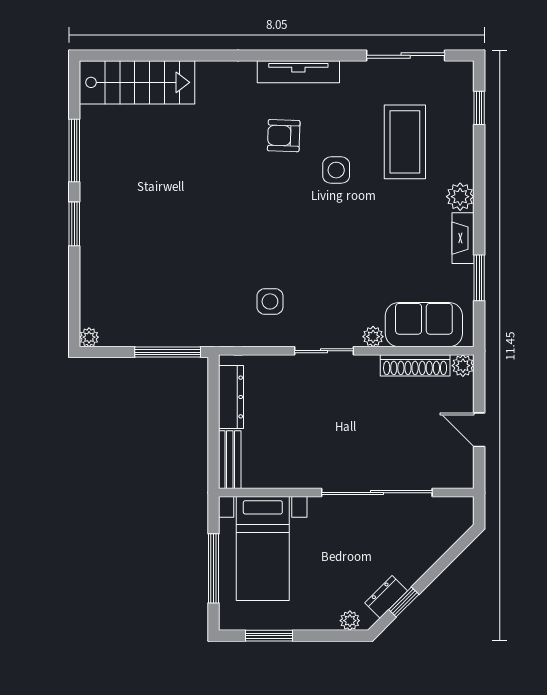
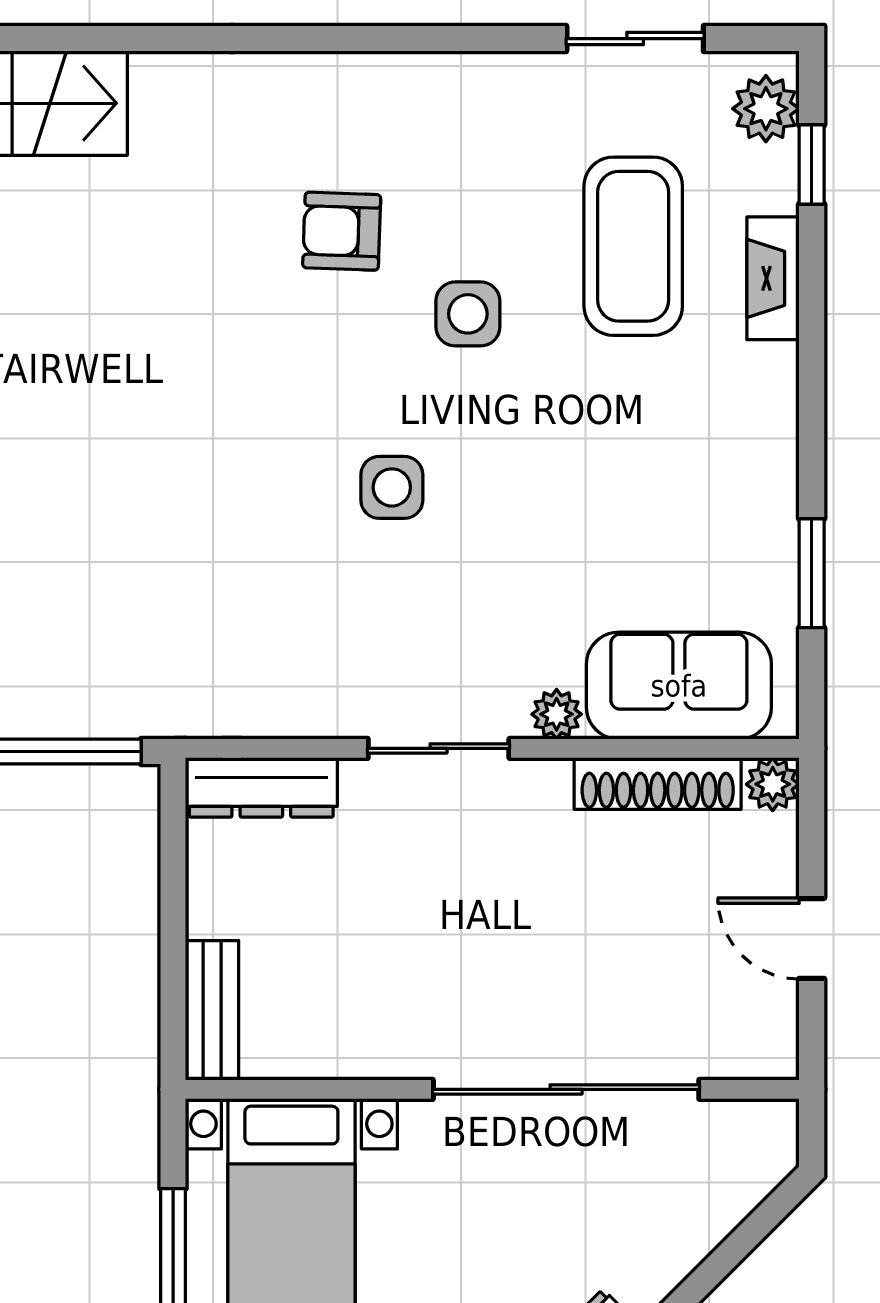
sliding door: (406, 55) -> (635, 39), width x0.73
tv unit: (298, 72) -> (377, 78), removed
plant: (460, 197) -> (766, 109), moved
fireplace: (463, 238) -> (773, 278), moved
side table: (270, 301) -> (392, 487), moved
dresser: (231, 397) -> (261, 787), moved, turned 90

